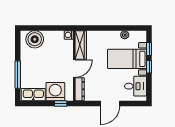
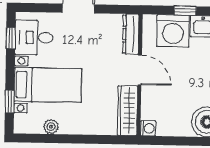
window: (149, 67) -> (11, 38), moved
door: (74, 69) -> (140, 70), swing flipped
window: (61, 103) -> (185, 11), moved

